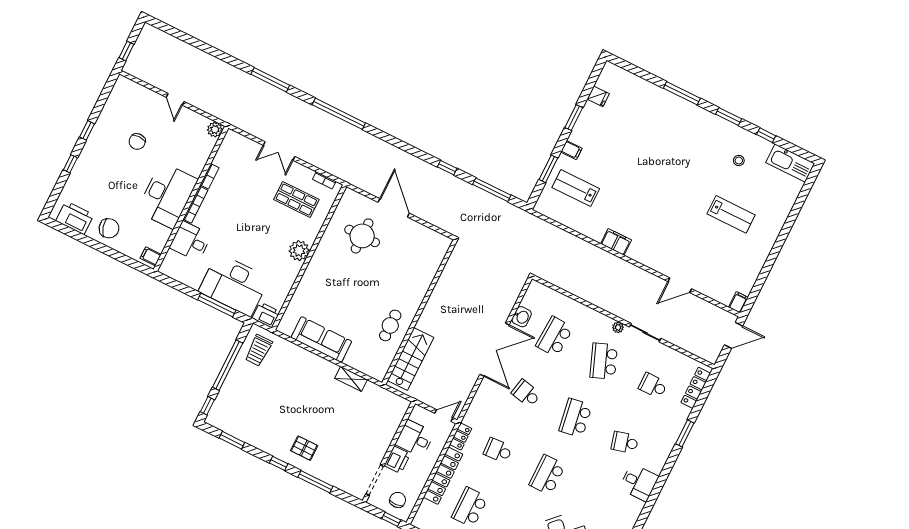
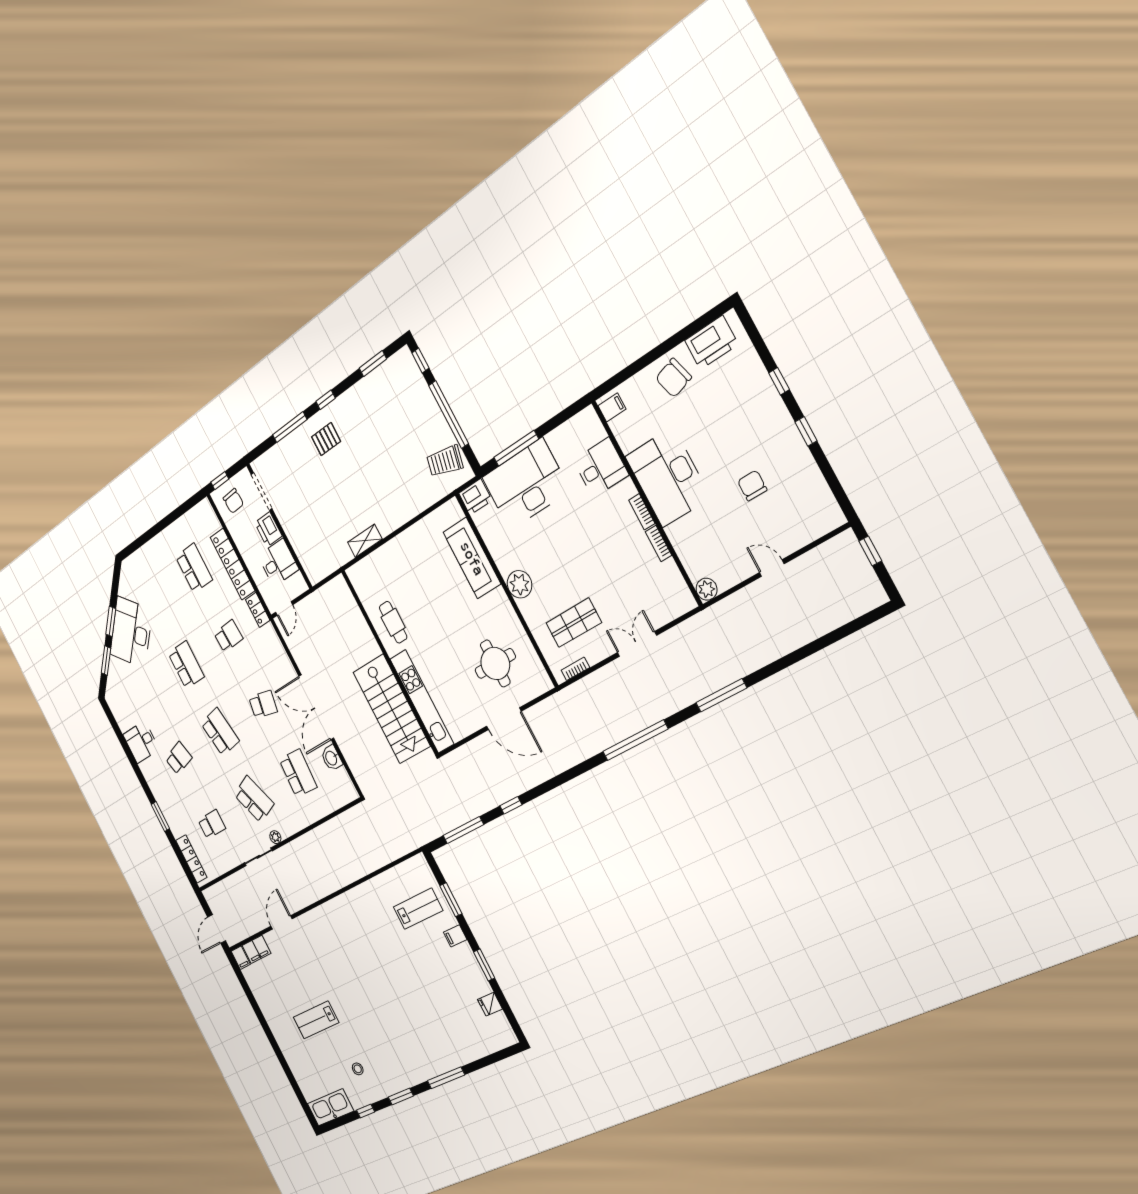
bookcase: (195, 205) -> (642, 512), width x0.64
filing cabinet: (616, 242) -> (257, 949), moved
kitchen unit: (428, 272) -> (422, 701), added
sofa: (321, 339) -> (472, 558), moved, turned 90
trolley: (259, 350) -> (445, 461), turned -76
stairs: (411, 359) -> (392, 709), moved, width x1.36, depth x1.51

